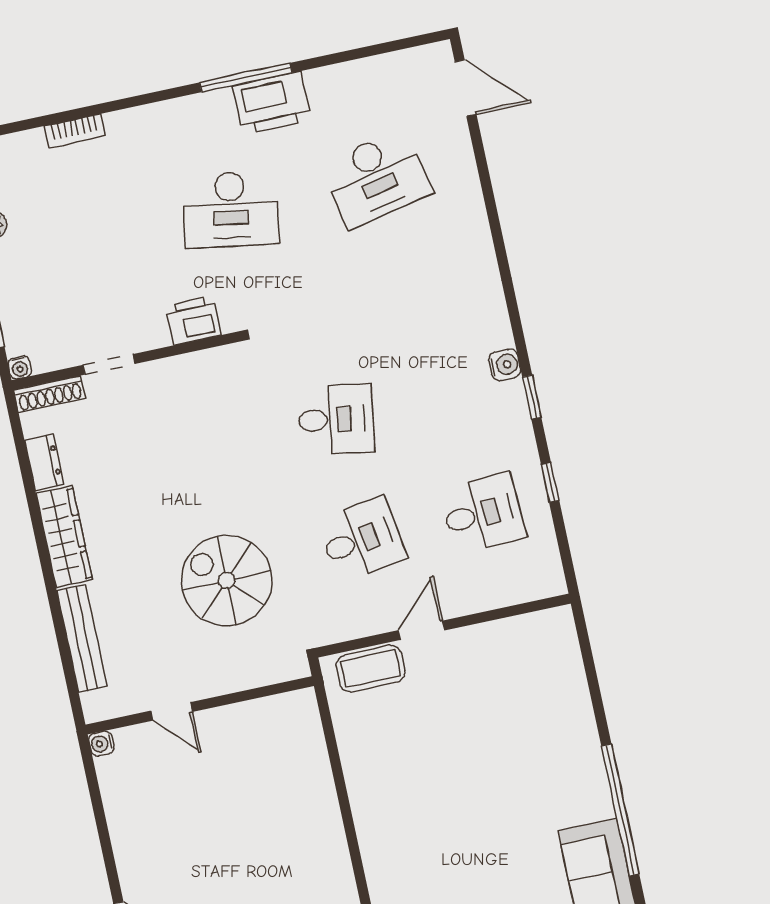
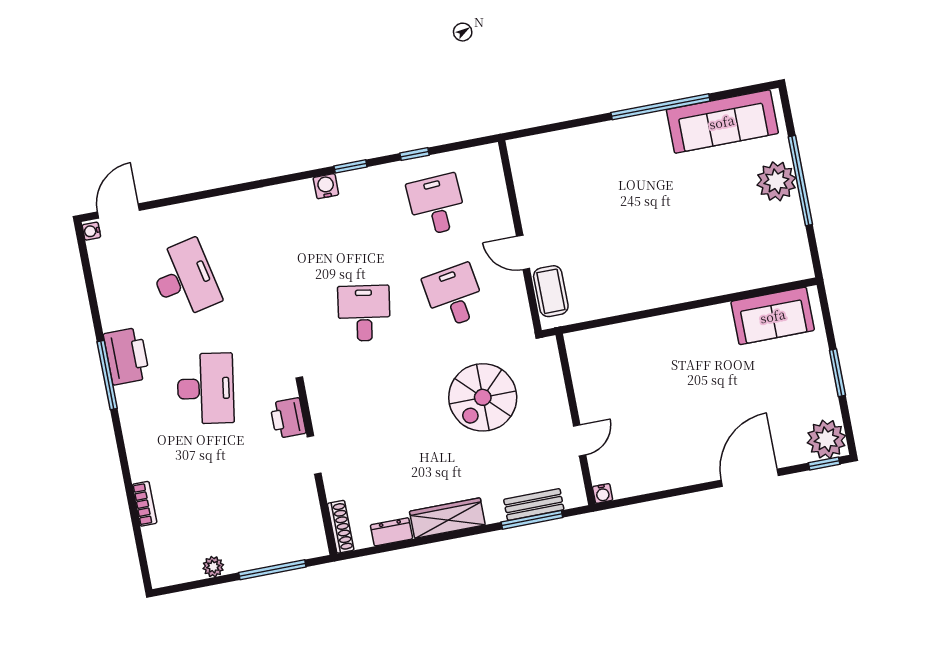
doorway: (109, 364) -> (314, 455), moved
water cooler: (20, 367) -> (91, 231), moved, turned 180
bench: (82, 638) -> (534, 504), width x0.73
window: (64, 650) -> (532, 520), added

